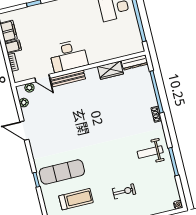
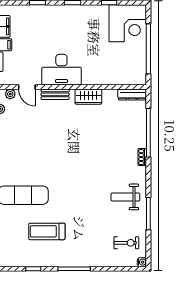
wardrobe: (110, 70) -> (88, 97), moved
bench: (68, 78) -> (55, 94), width x0.73
exercise bike: (124, 191) -> (126, 243), moved
treadmill: (76, 199) -> (47, 231), moved, turned 180

